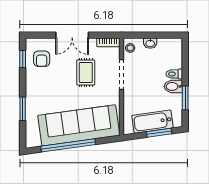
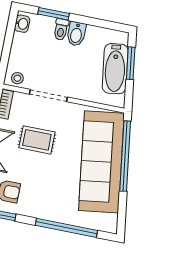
washbasin: (150, 43) -> (22, 24), moved
window: (185, 98) -> (54, 14), moved
window: (23, 109) -> (66, 228), width x2.11
window: (68, 145) -> (125, 156), moved

